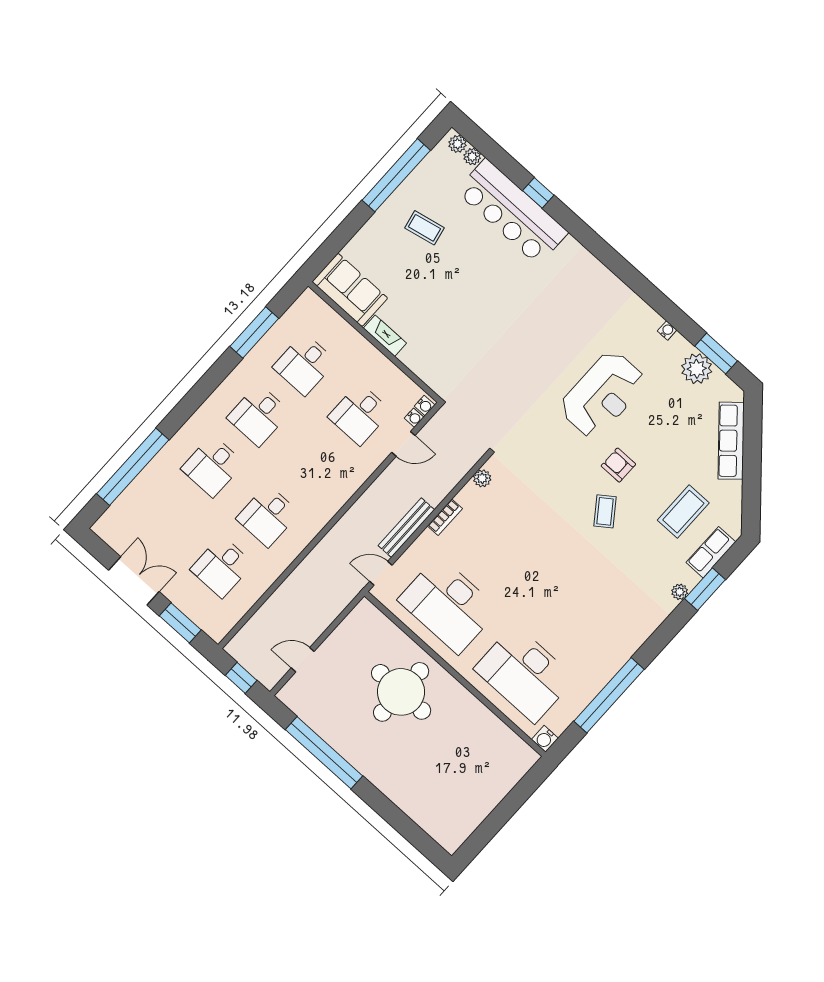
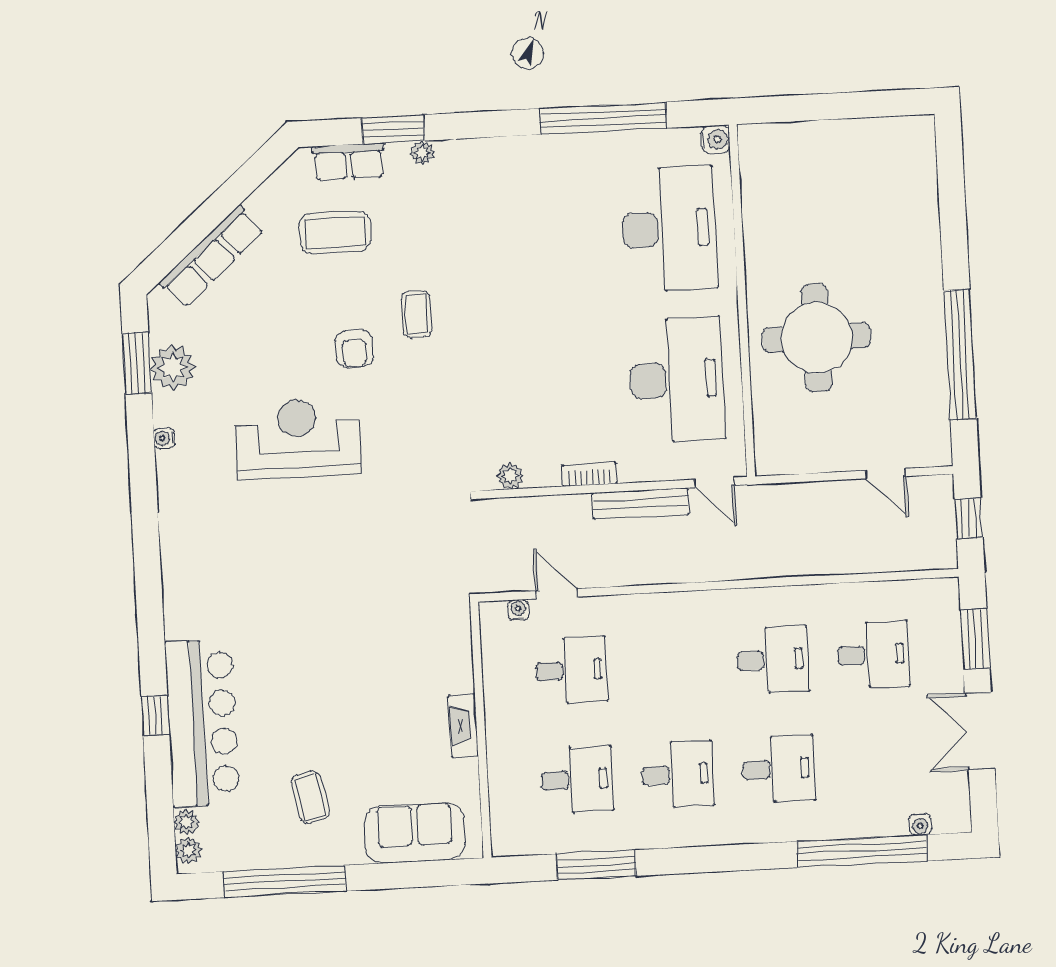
sofa: (350, 290) -> (415, 833), moved, turned 90
water cooler: (425, 405) -> (920, 824), moved, turned 180
coffee table: (605, 511) -> (417, 314), turned -54

